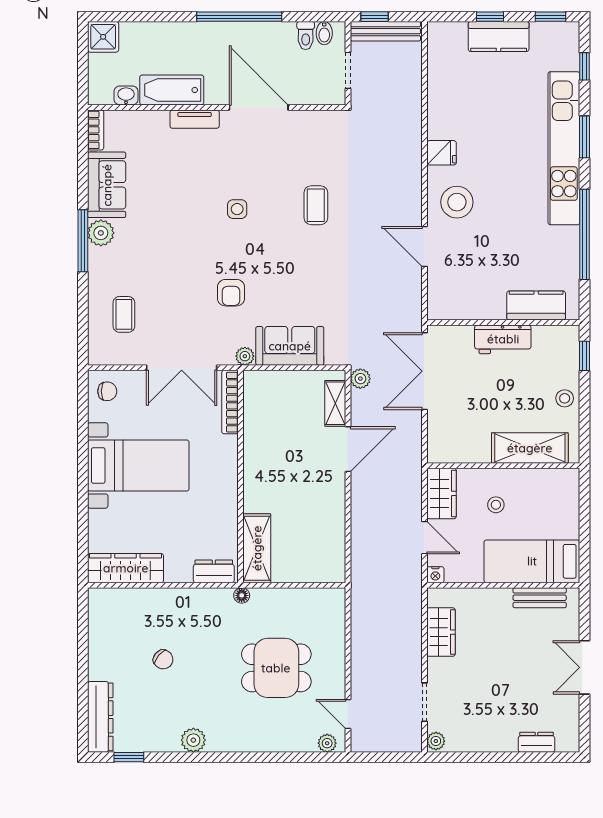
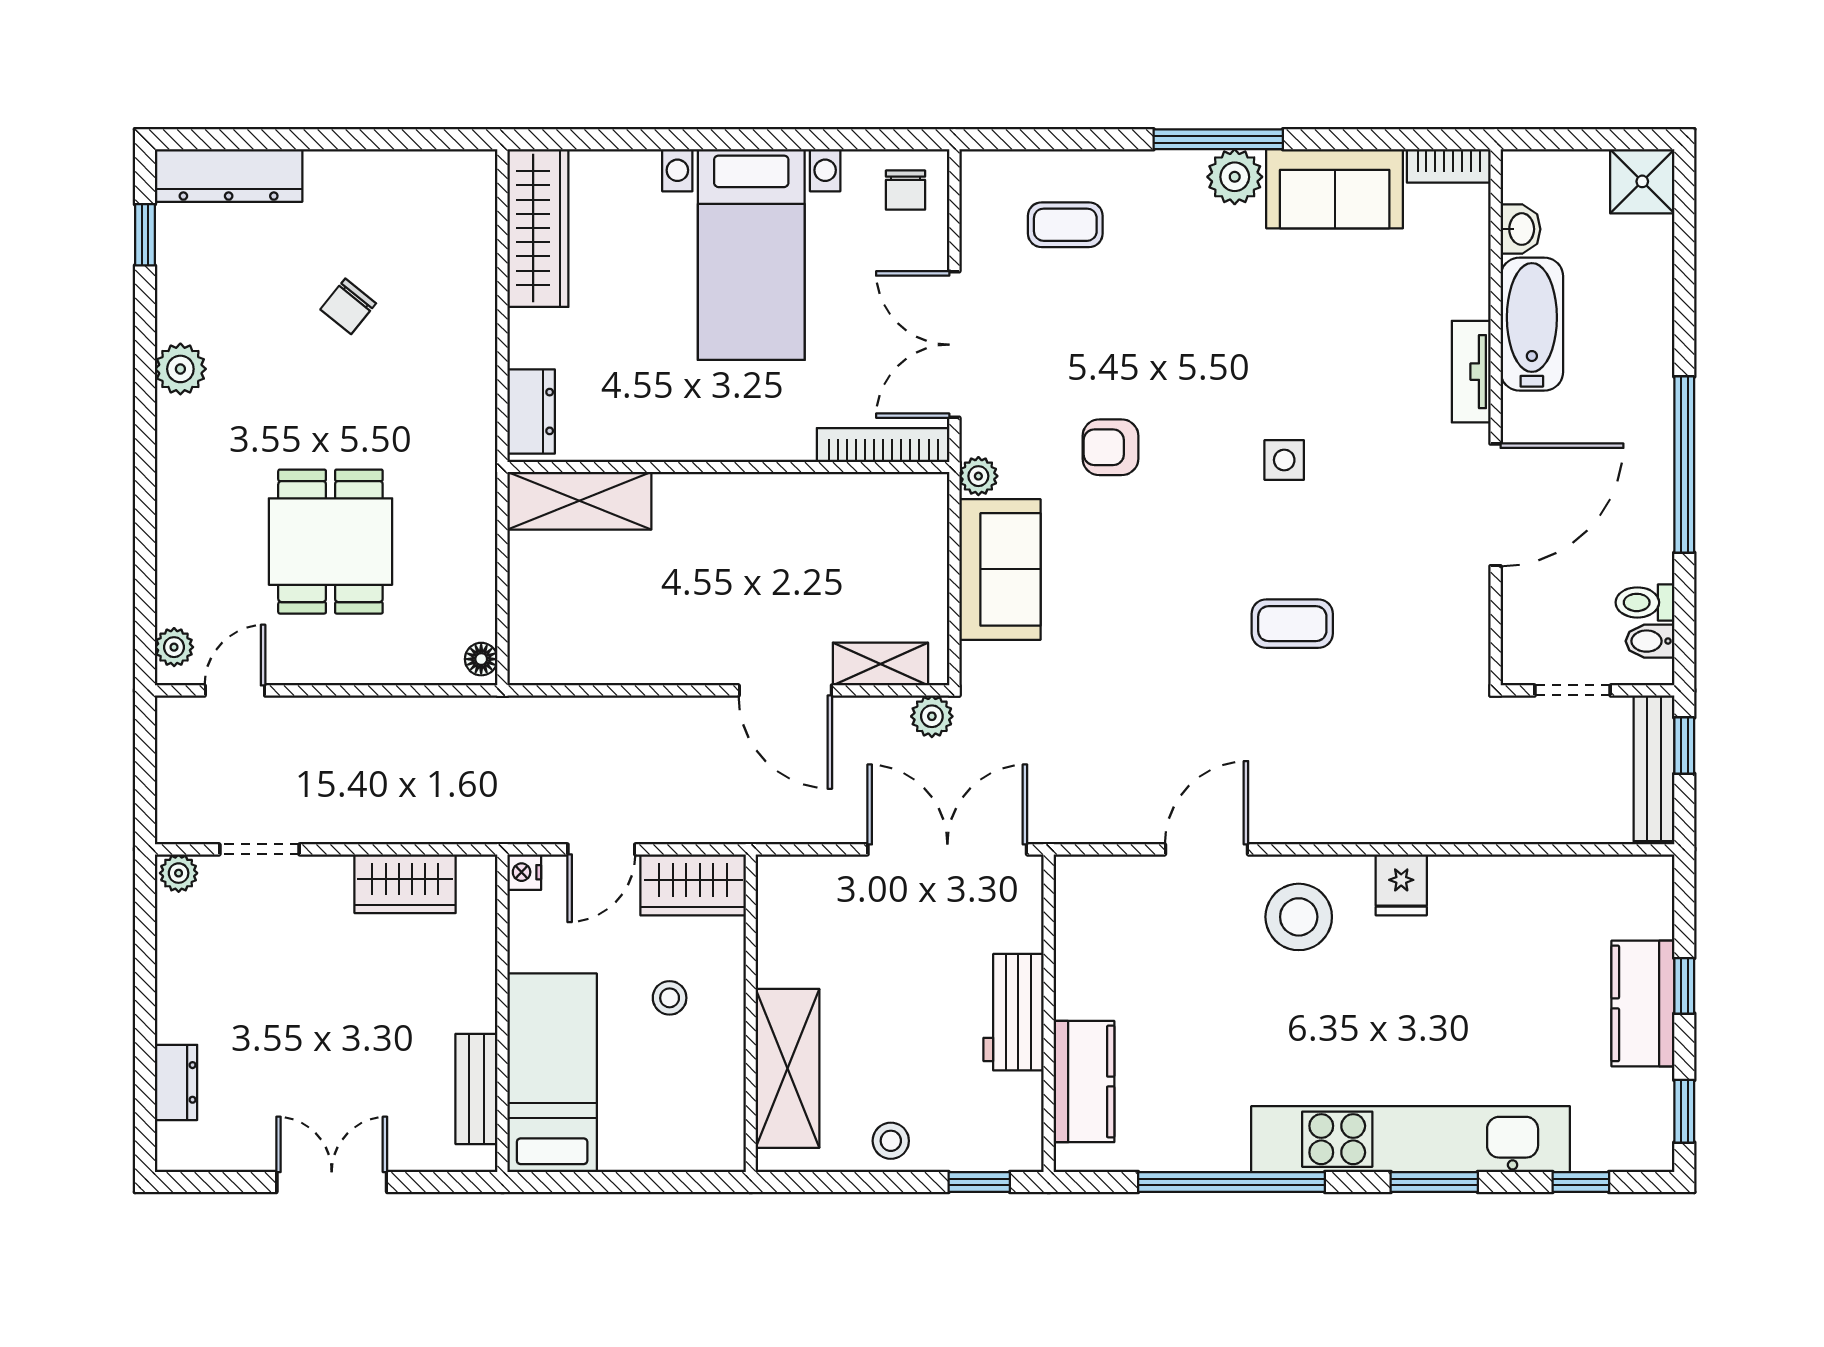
floor lamp: (242, 595) -> (481, 659), moved

